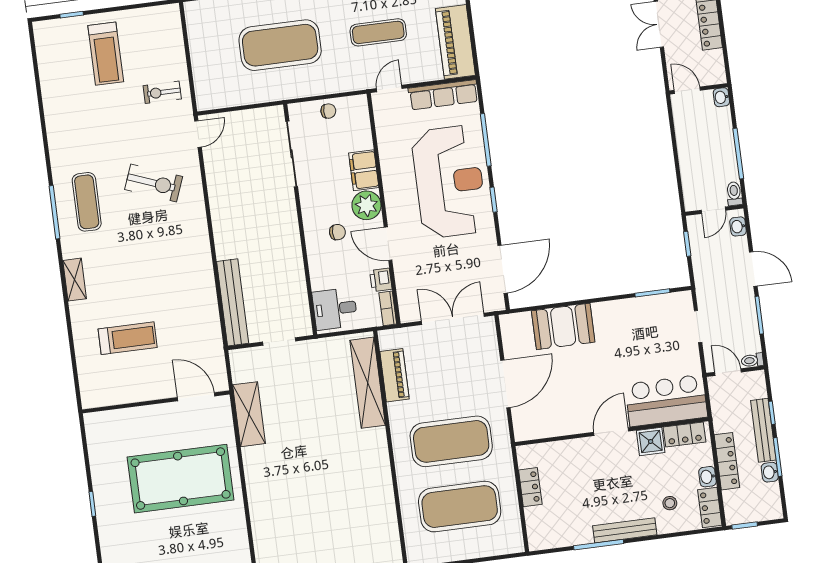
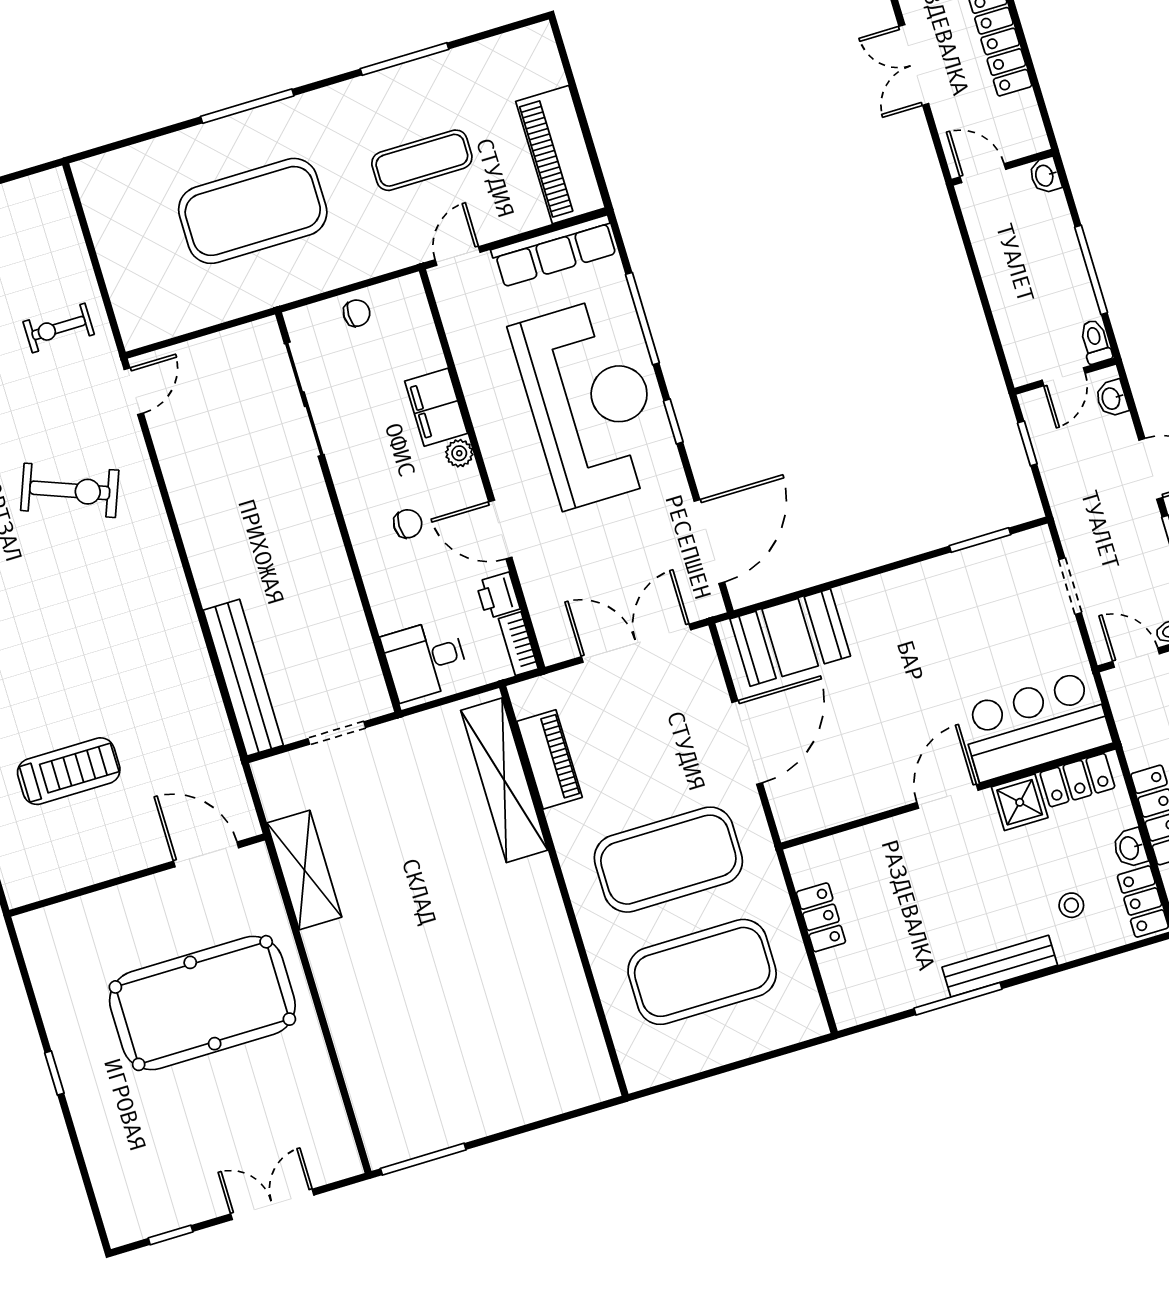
plant: (366, 205) -> (459, 453), width x0.53, depth x0.53
booth: (563, 326) -> (790, 638), moved

